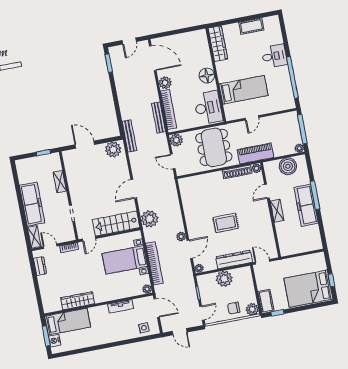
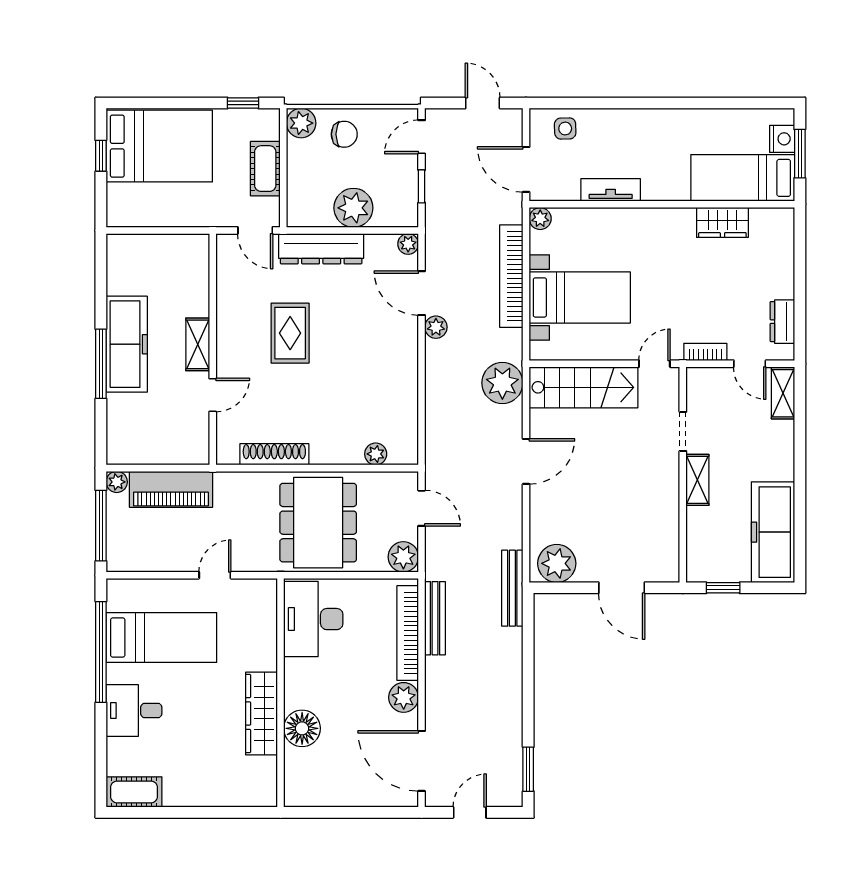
cot: (251, 26) -> (134, 792), moved
wardrobe: (218, 44) -> (261, 713), moved
floor lamp: (207, 76) -> (302, 728), moved
bed: (243, 90) -> (161, 637), moved, turned 180
piano: (255, 154) -> (171, 489), moved
boiler: (288, 166) -> (152, 445), removed
plant: (257, 168) -> (376, 454), moved
shelving: (60, 182) -> (697, 480), moved
freezer: (32, 204) -> (773, 532), moved
rug: (226, 223) -> (290, 333), moved, turned 90
door: (190, 249) -> (422, 293), hinge flipped
wardrobe: (78, 301) -> (722, 222), width x0.67
cot: (266, 301) -> (265, 169), moved

